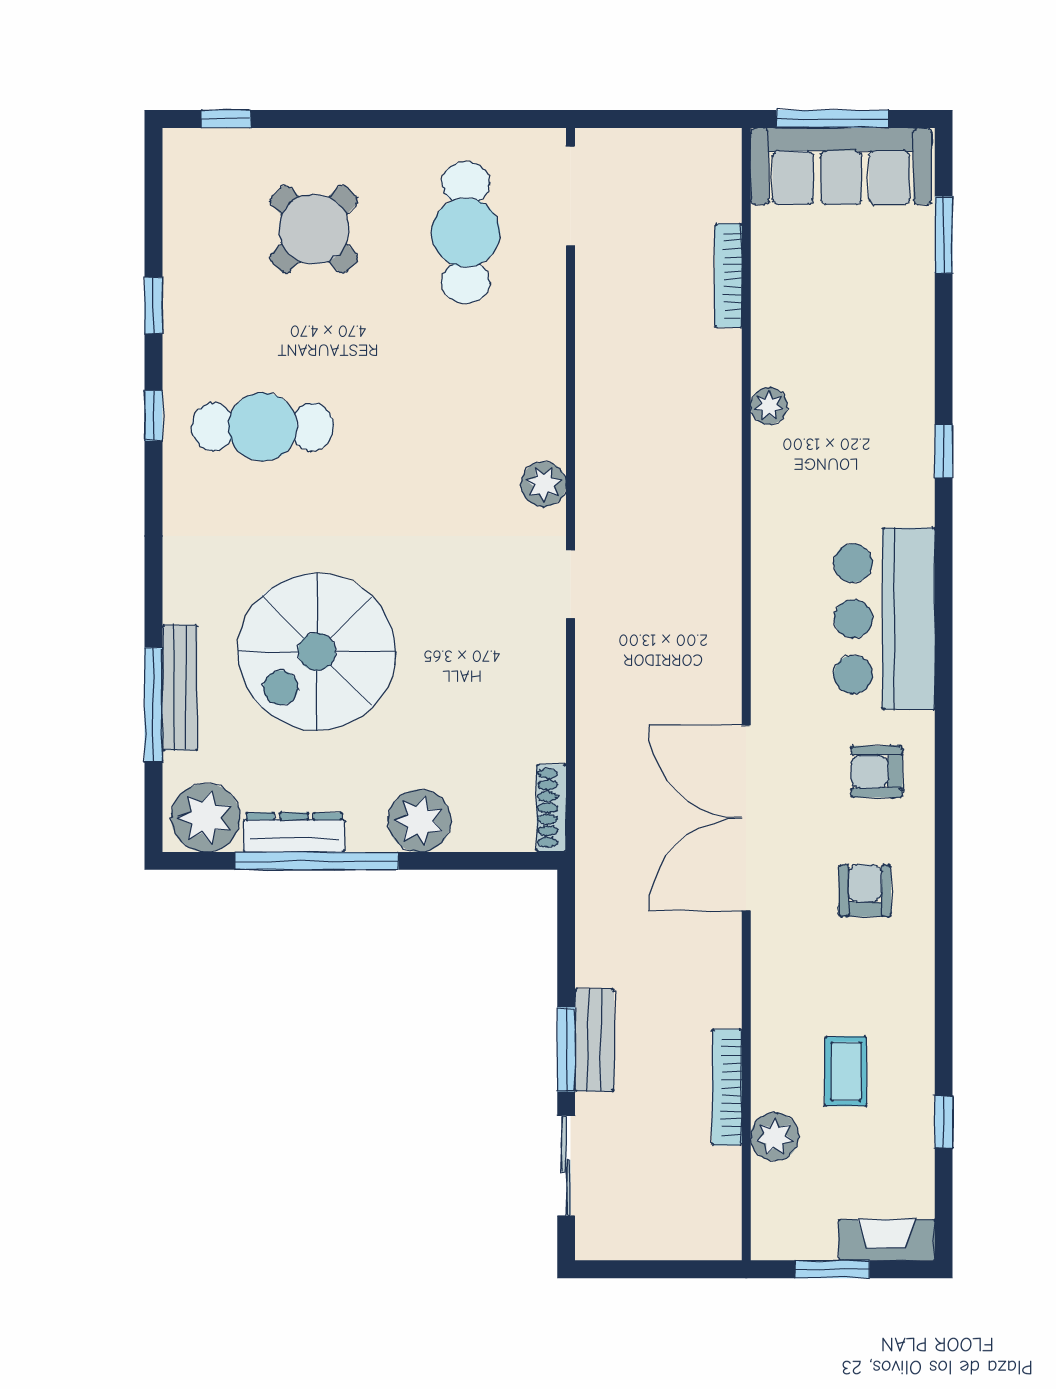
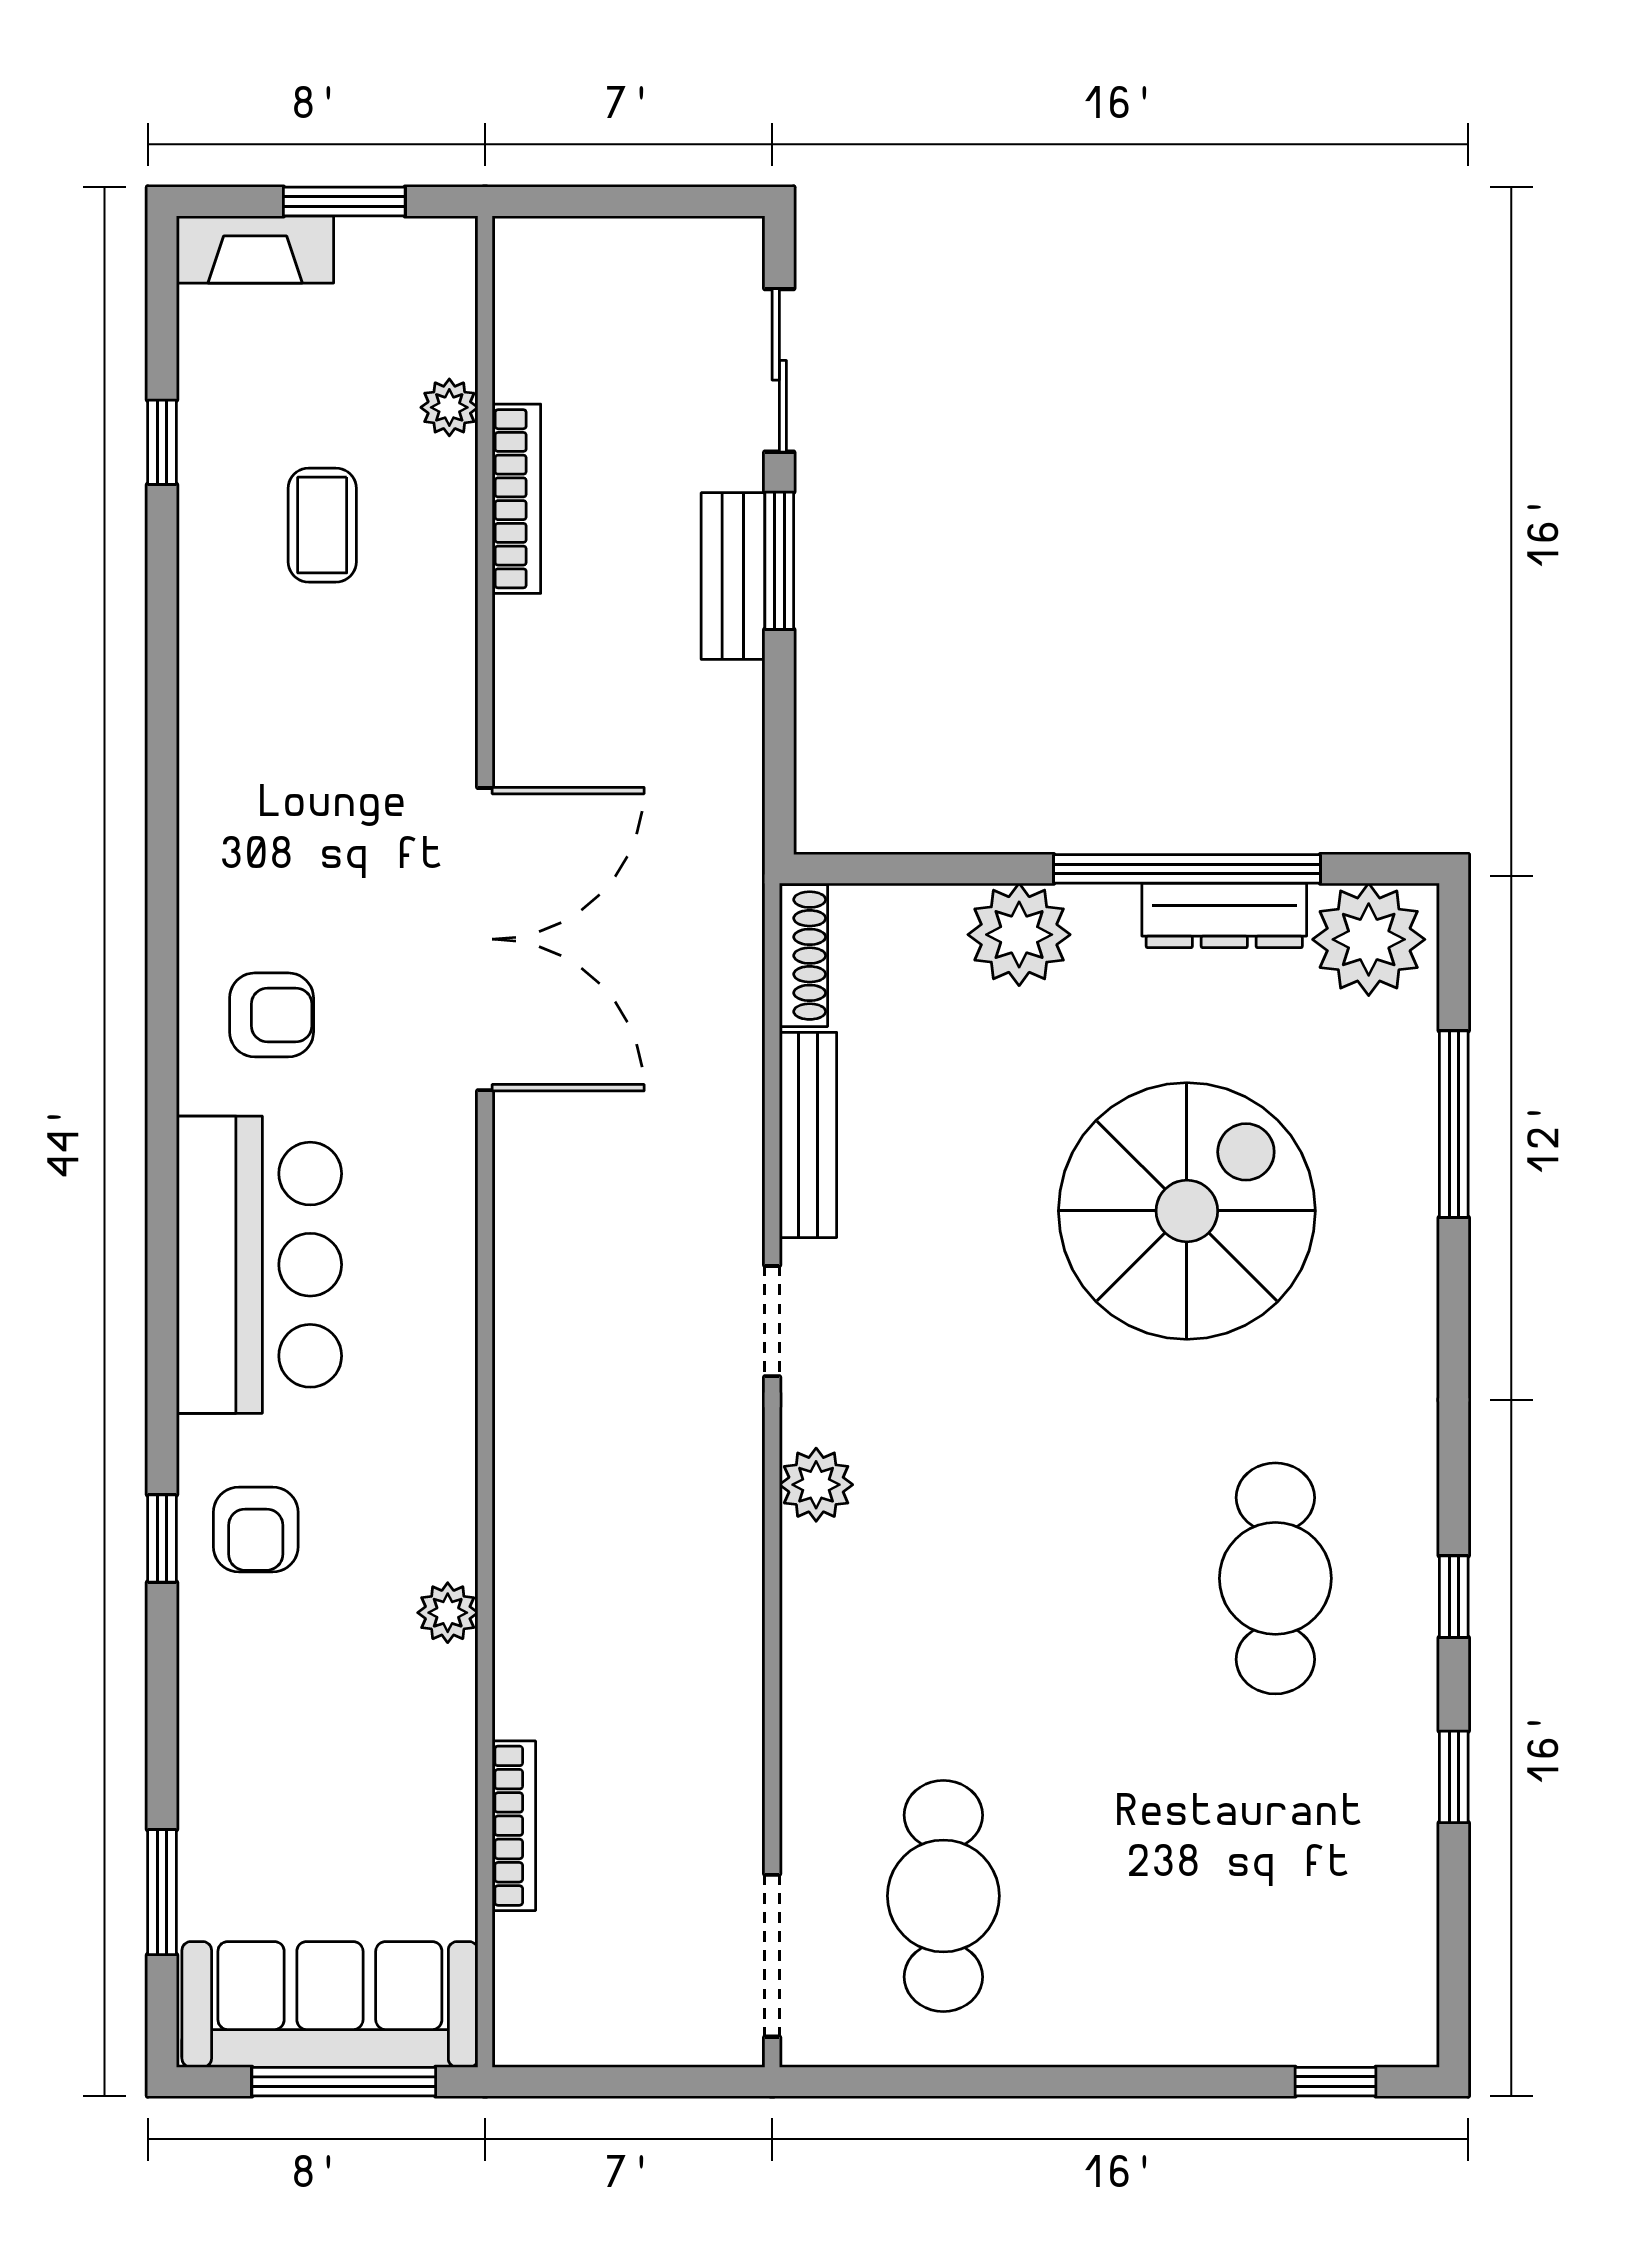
round table: (314, 229) -> (1192, 1902), removed
cafe table: (263, 427) -> (1275, 1578), turned 90
bench: (180, 688) -> (808, 1135), moved
armchair: (865, 891) -> (256, 1530), moved
plant: (775, 1137) -> (449, 407), width x0.73, depth x0.73

